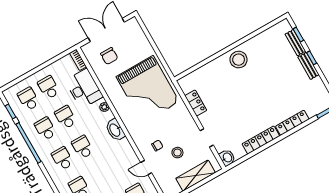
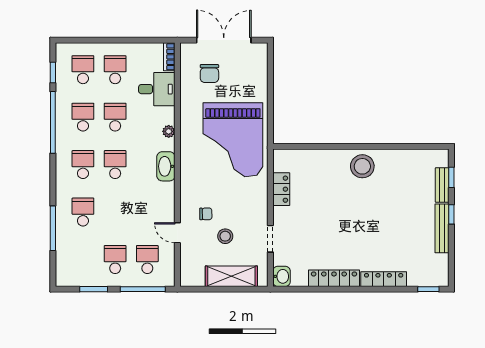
bench: (308, 66) -> (442, 228), width x1.36
desk: (84, 89) -> (157, 89), width x0.73

